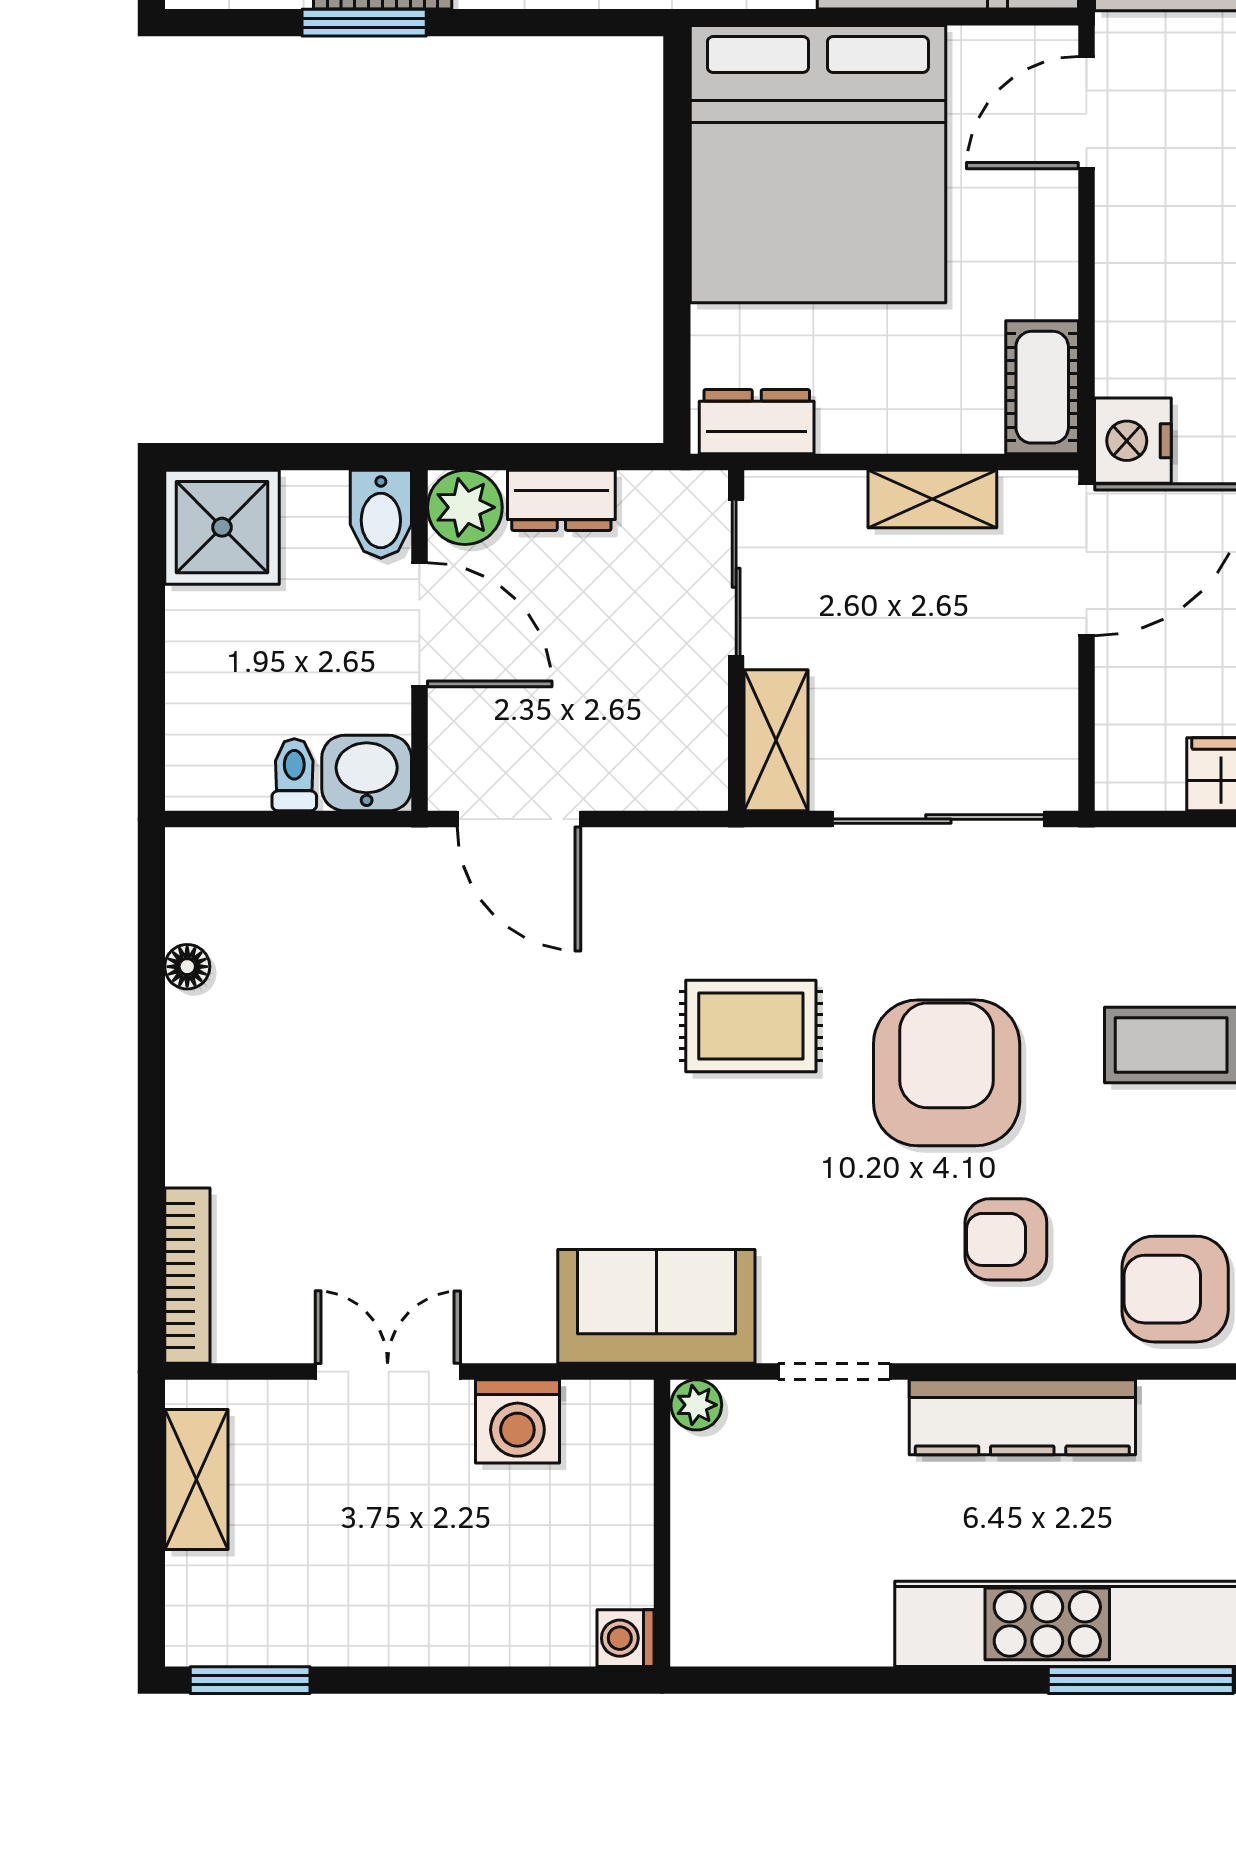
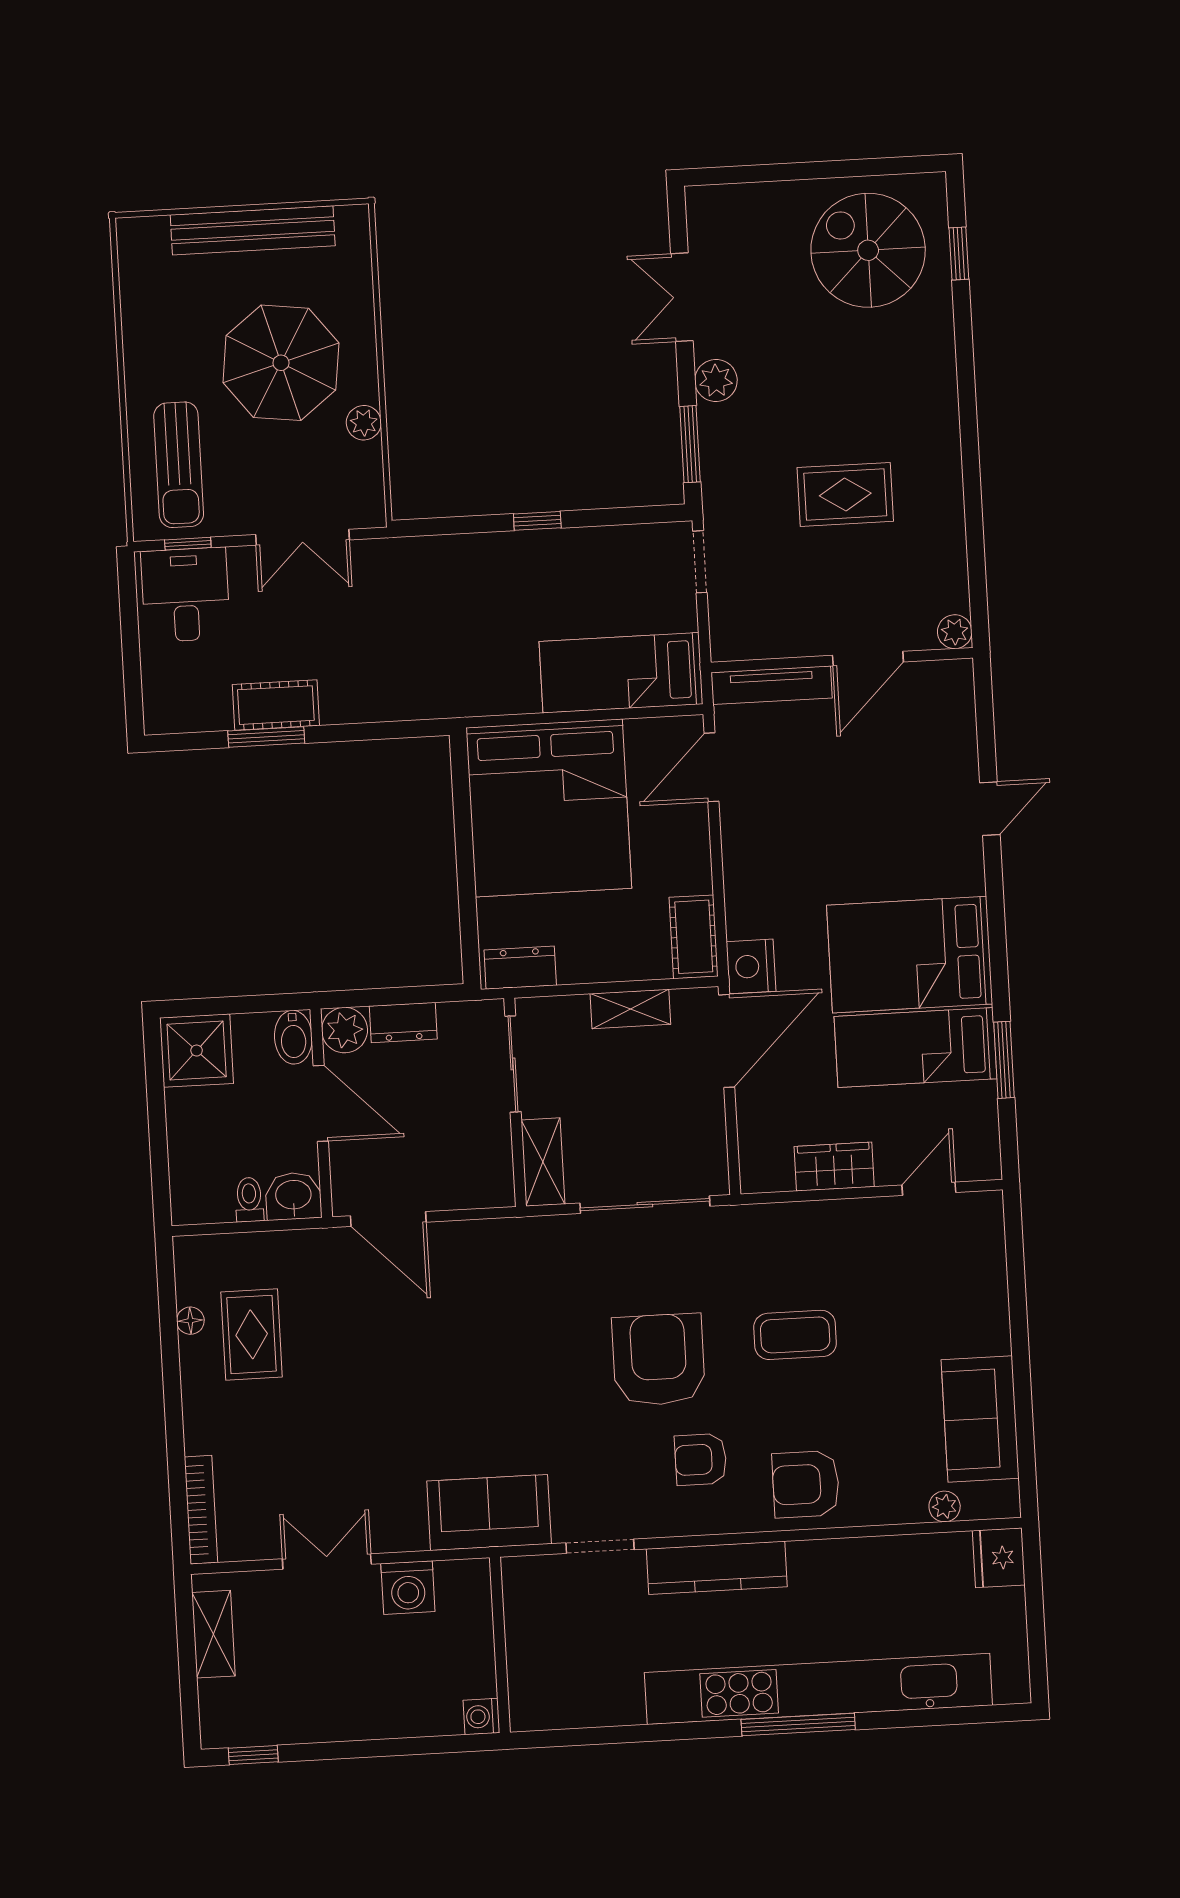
rug: (751, 1026) -> (252, 1334), moved, turned 90
plant: (696, 1405) -> (517, 1571), removed
window: (250, 1680) -> (253, 1755), width x0.67

